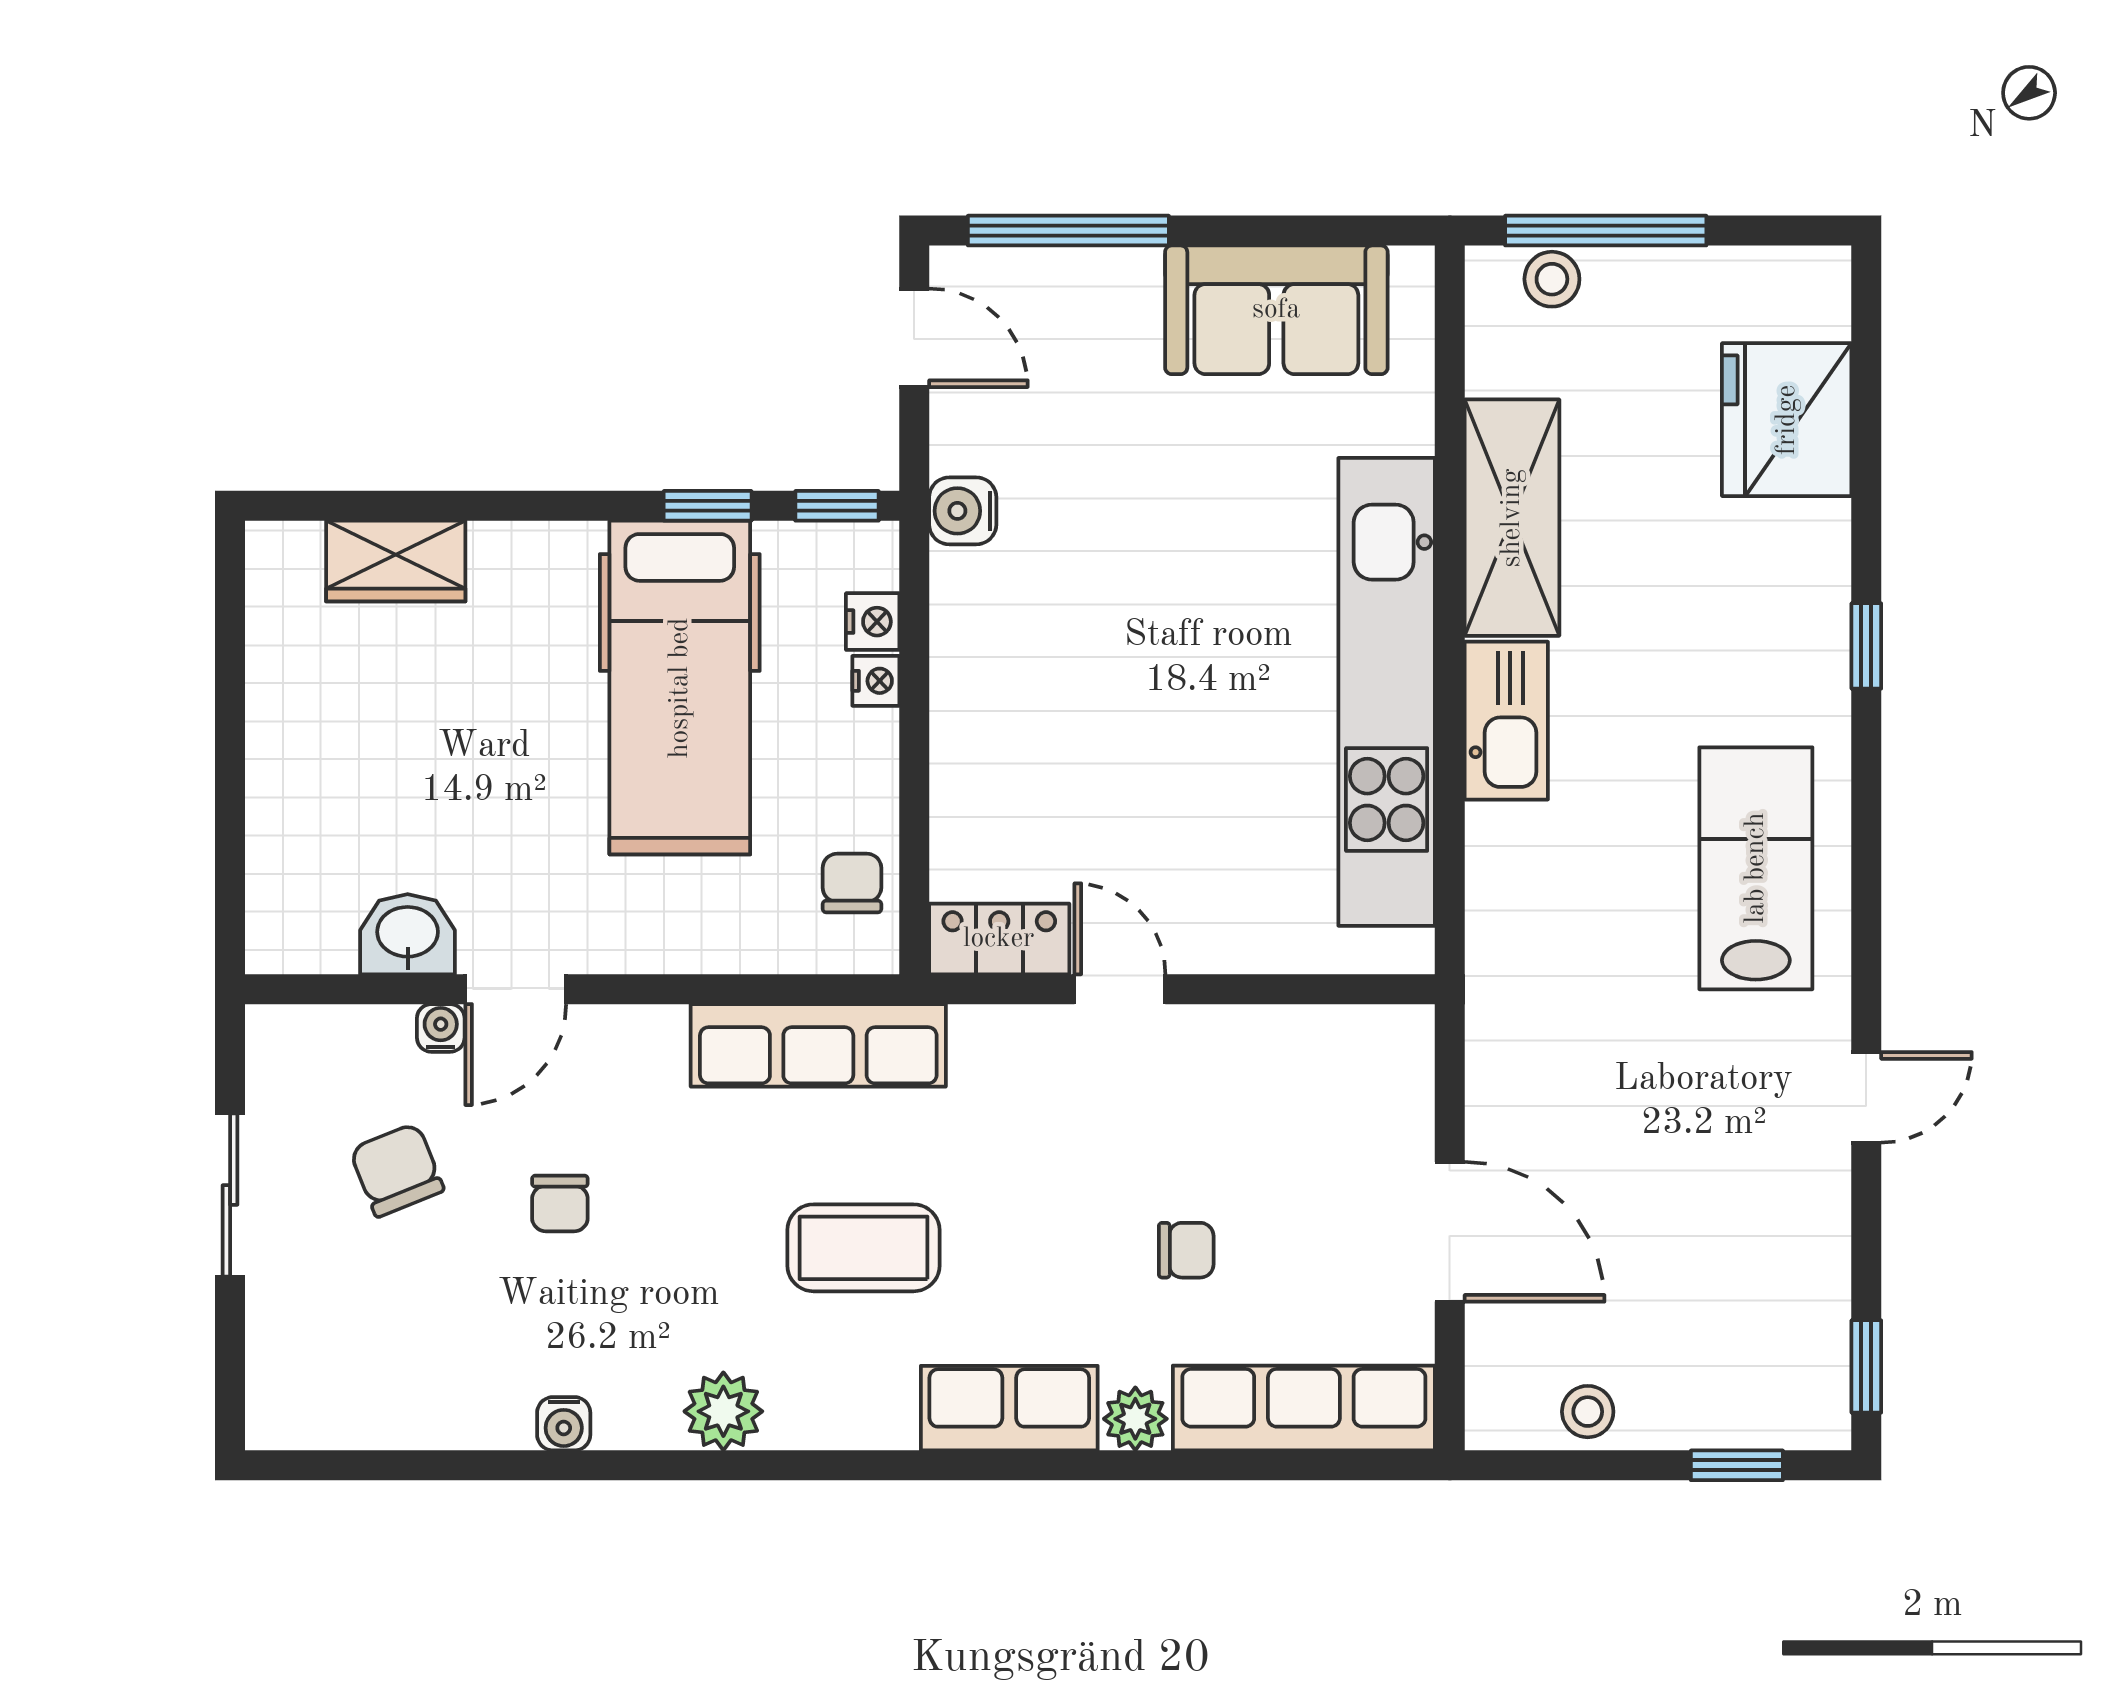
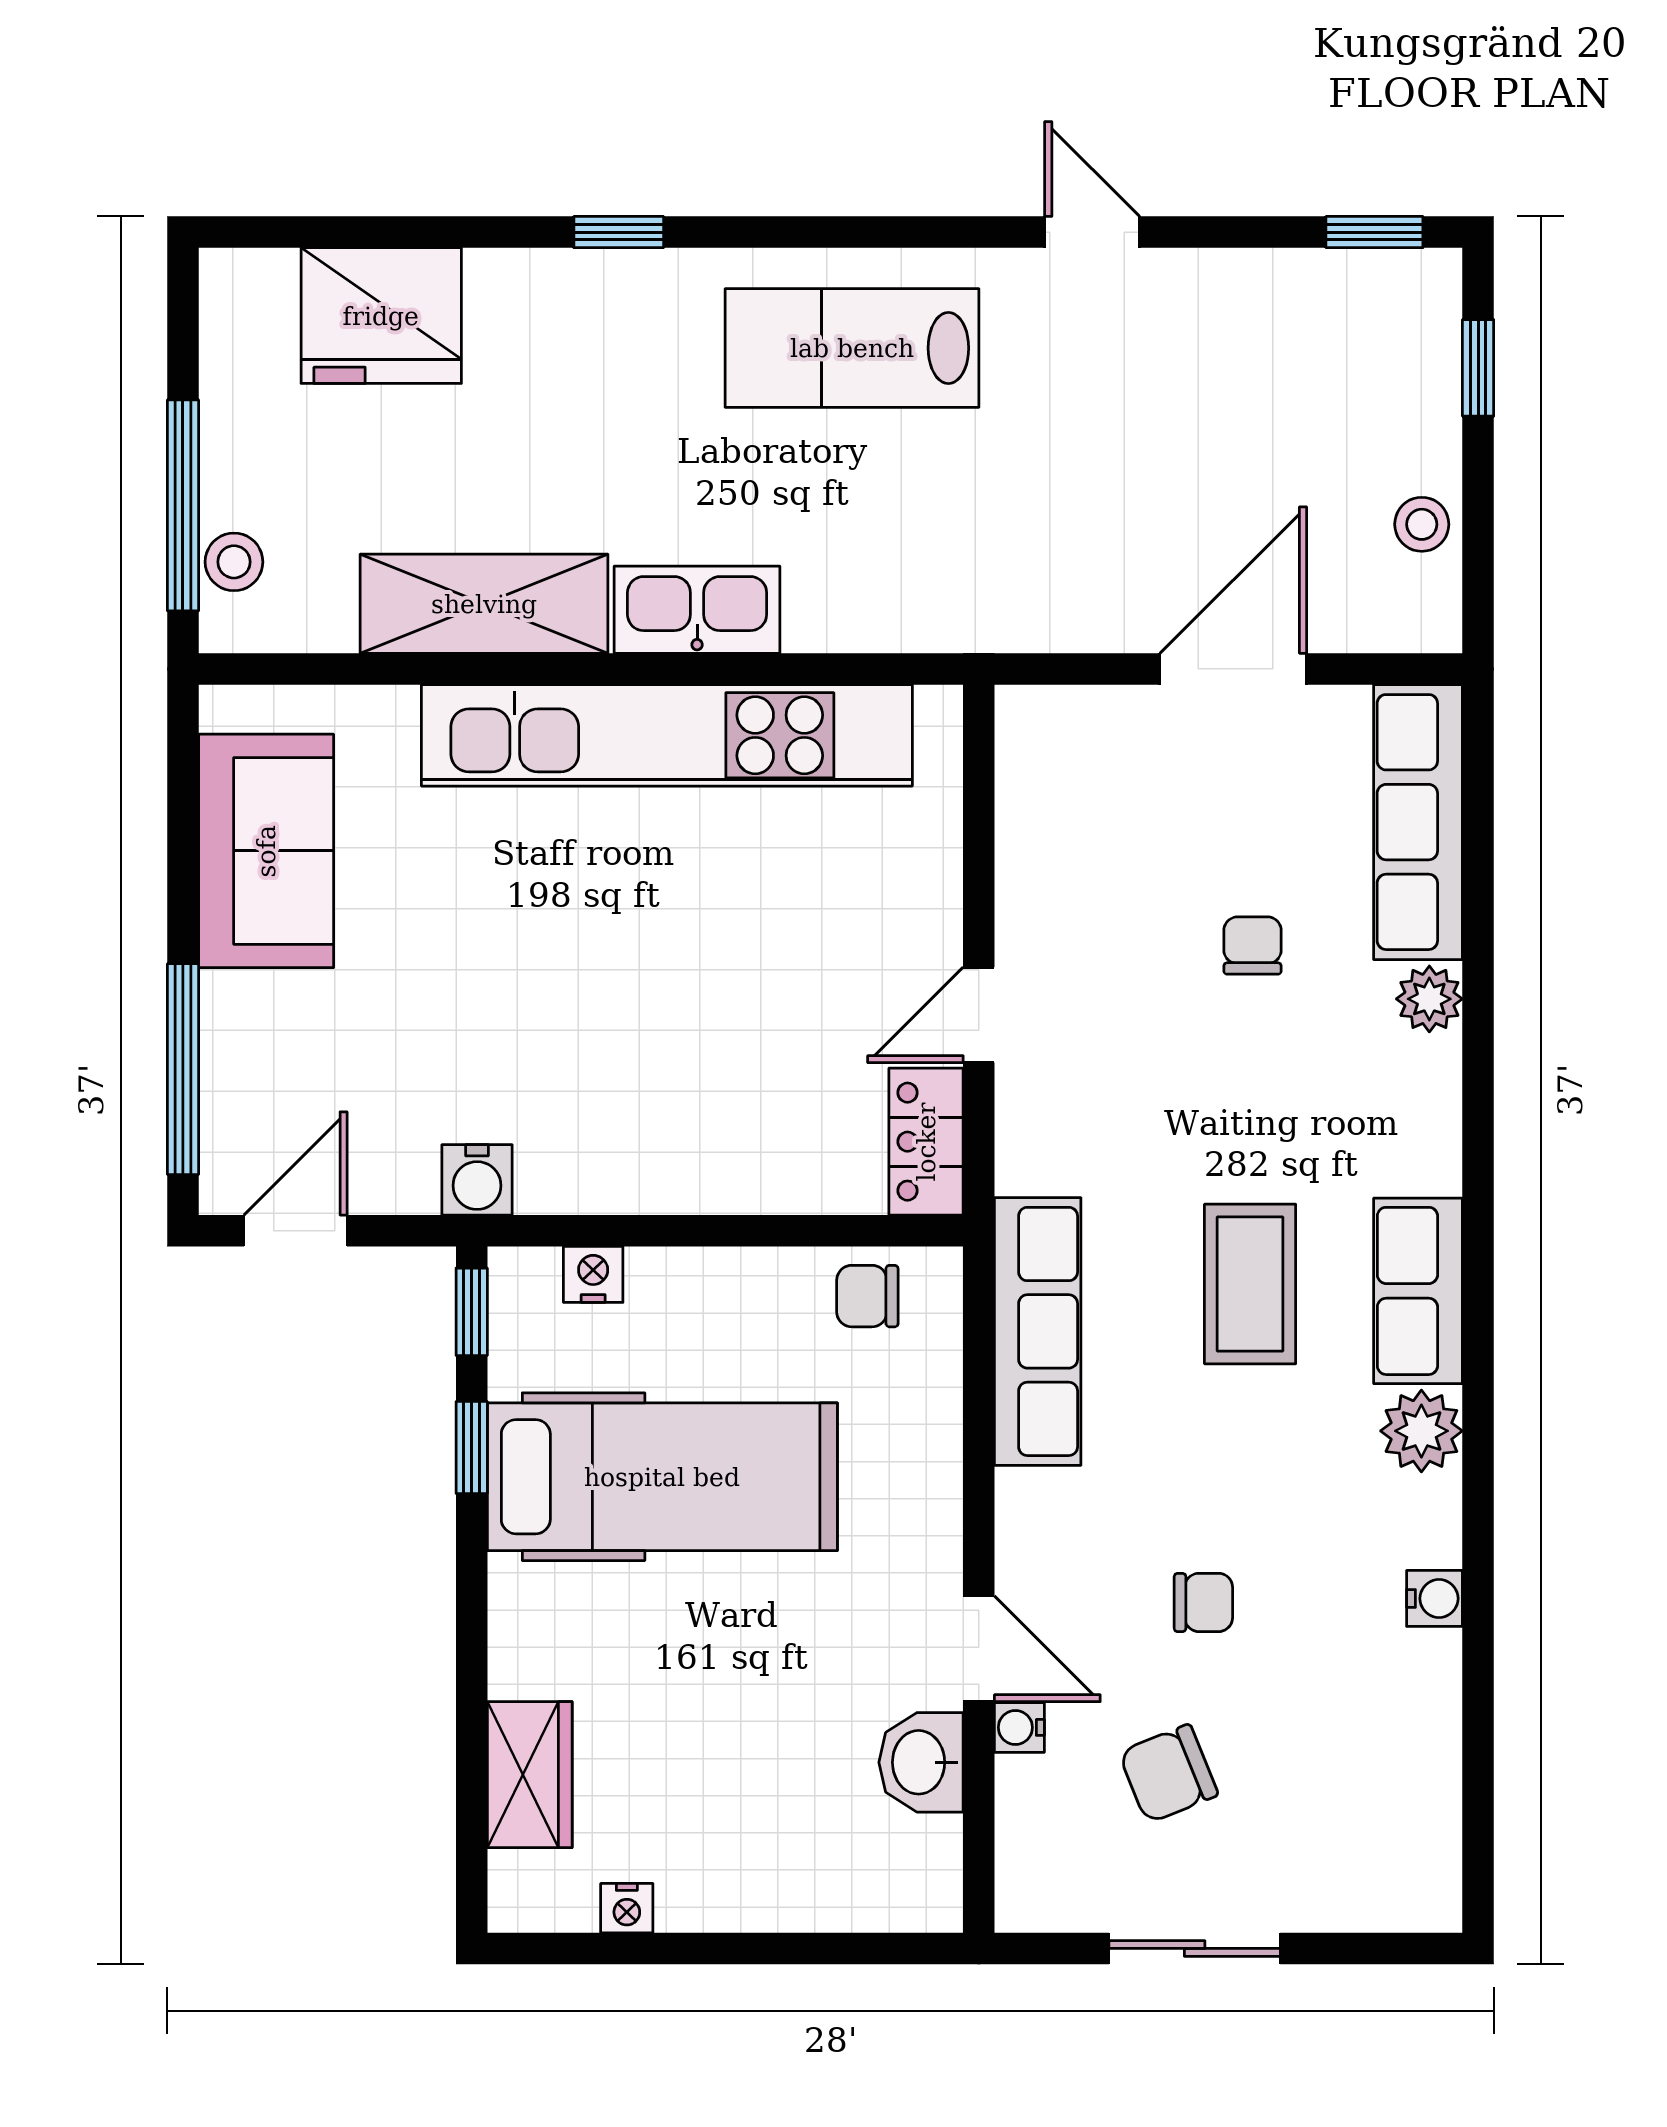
nightstand: (876, 681) -> (627, 1908), moved, turned 180
row of seats: (1009, 1408) -> (1418, 1291), moved

